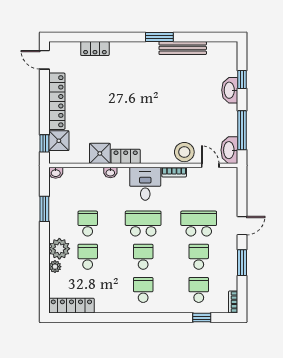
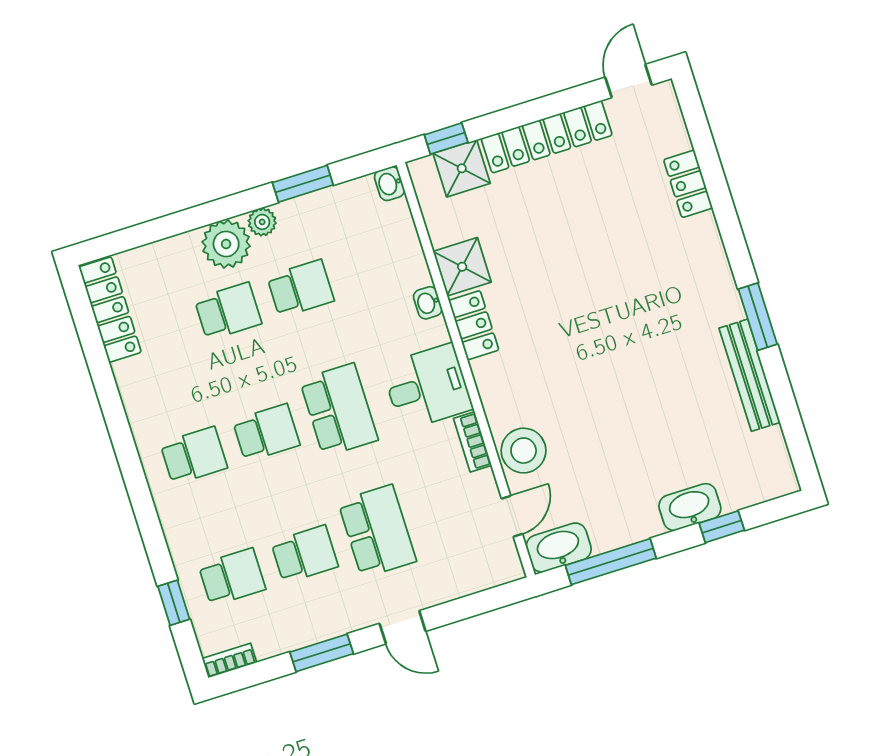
plant: (55, 267) -> (262, 222), moved

